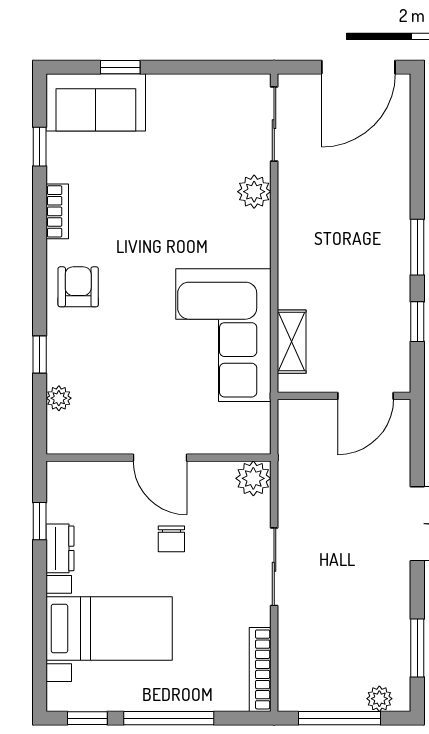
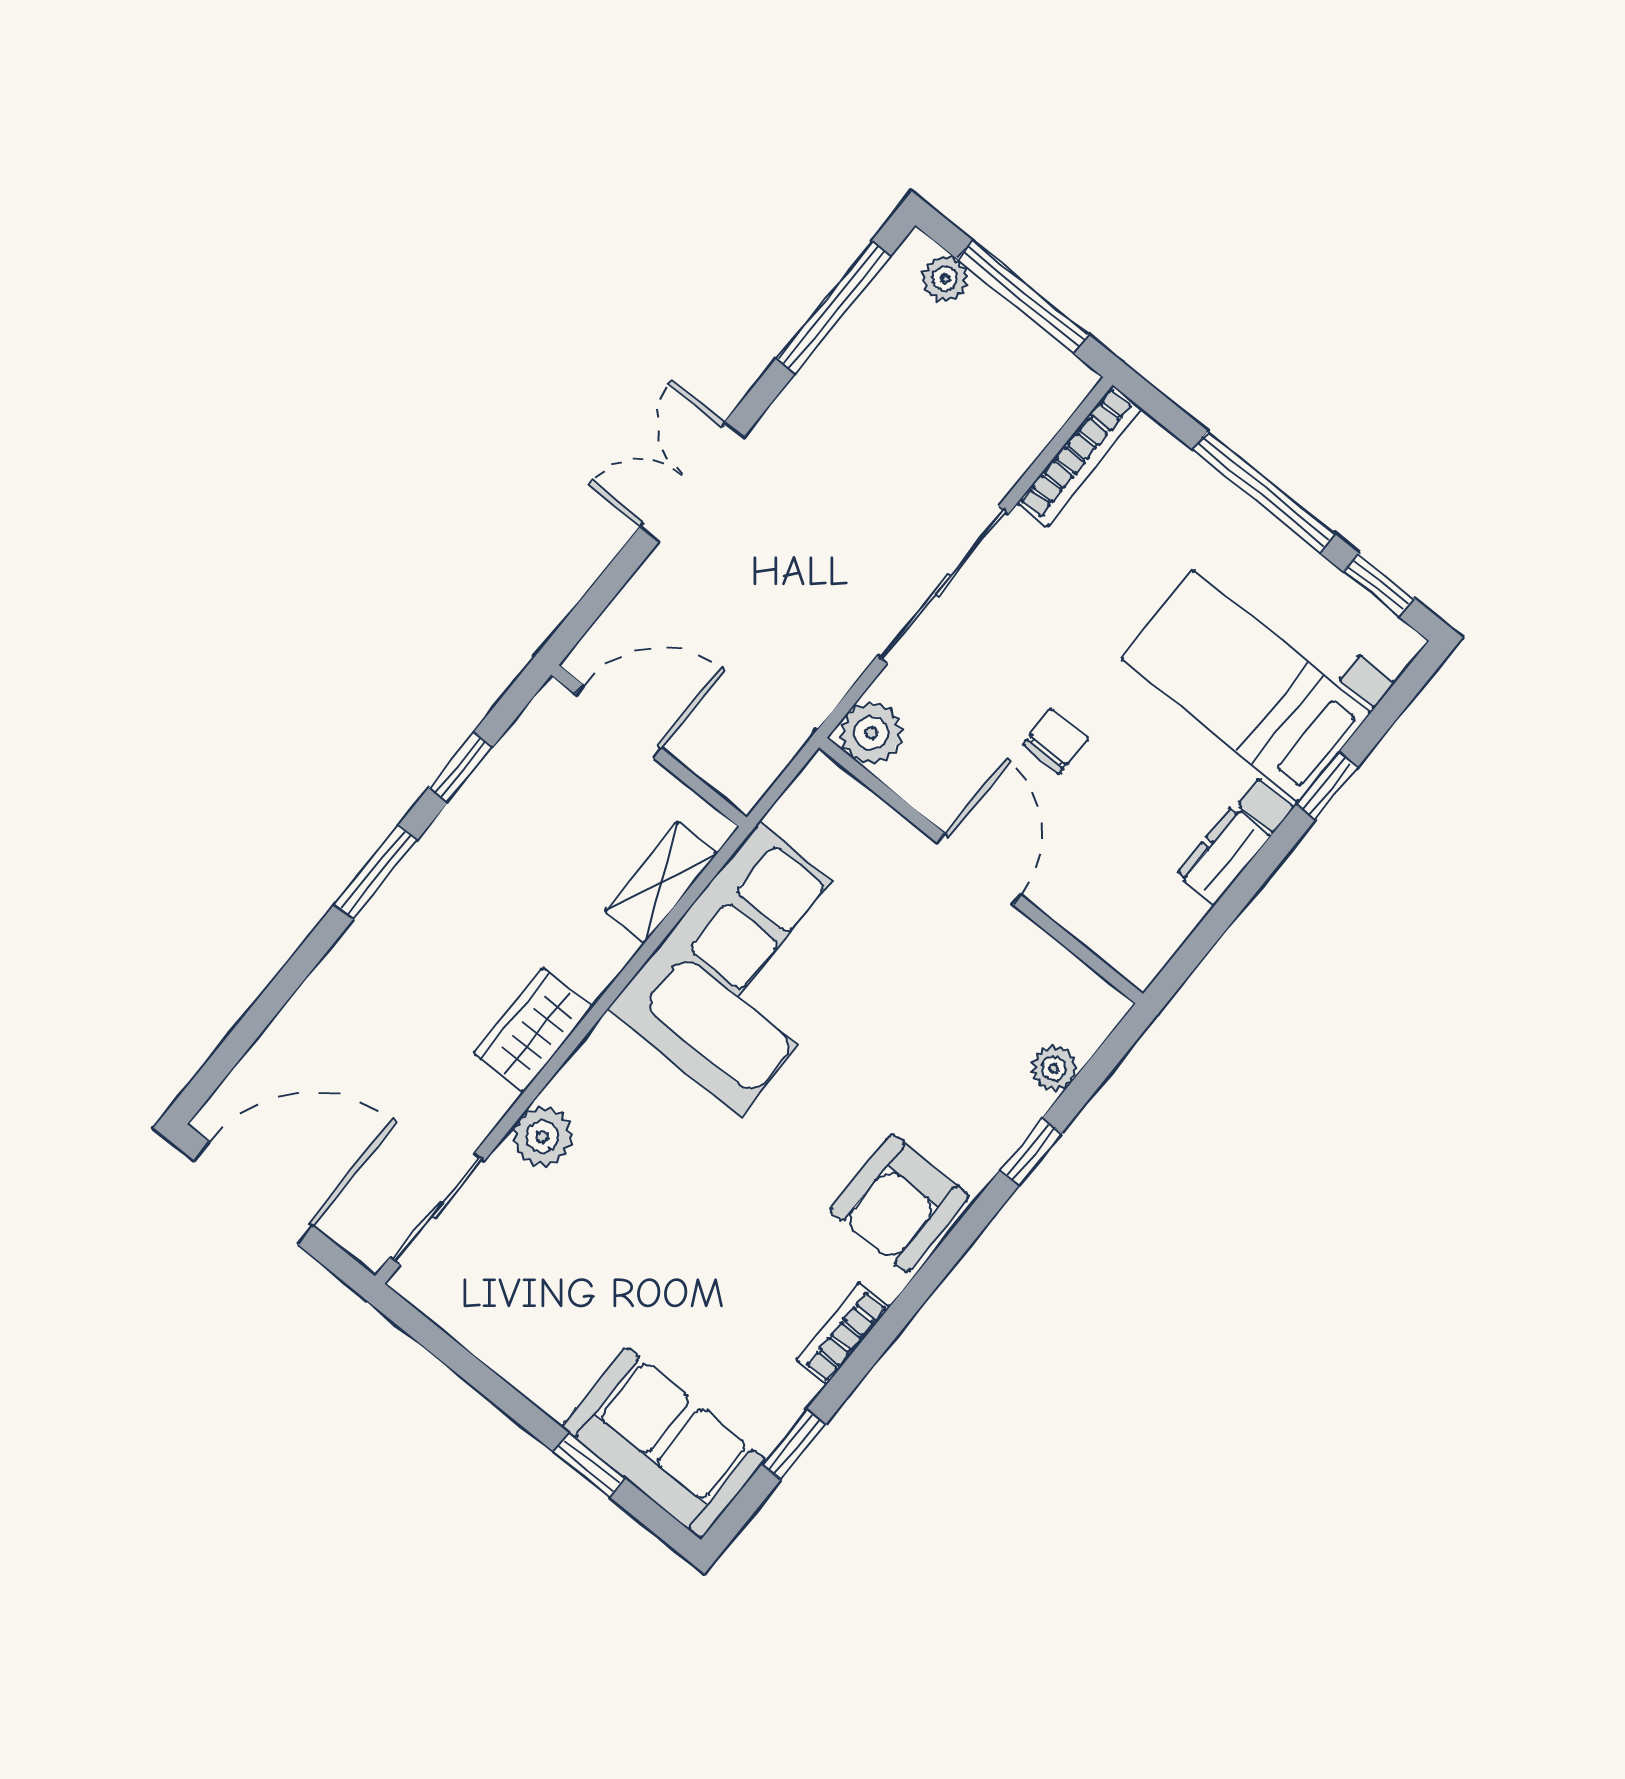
wardrobe: (295, 234) -> (533, 1030), added
armchair: (78, 287) -> (899, 1203), width x1.38, depth x1.38
window: (40, 521) -> (1327, 786), moved
sliding door: (274, 567) -> (943, 585), width x1.37
window: (417, 648) -> (834, 307), width x1.44

